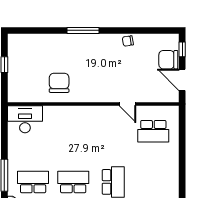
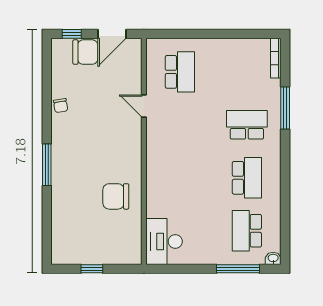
chair: (168, 60) -> (85, 52), turned -90
door: (127, 104) -> (144, 106), swing flipped
school desk: (73, 182) -> (247, 178), turned 180

